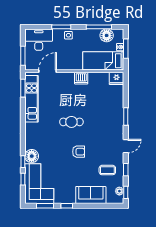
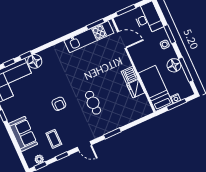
floor lamp: (107, 35) -> (174, 65), moved
fridge: (116, 78) -> (136, 89), moved
cafe table: (71, 122) -> (93, 103), moved

